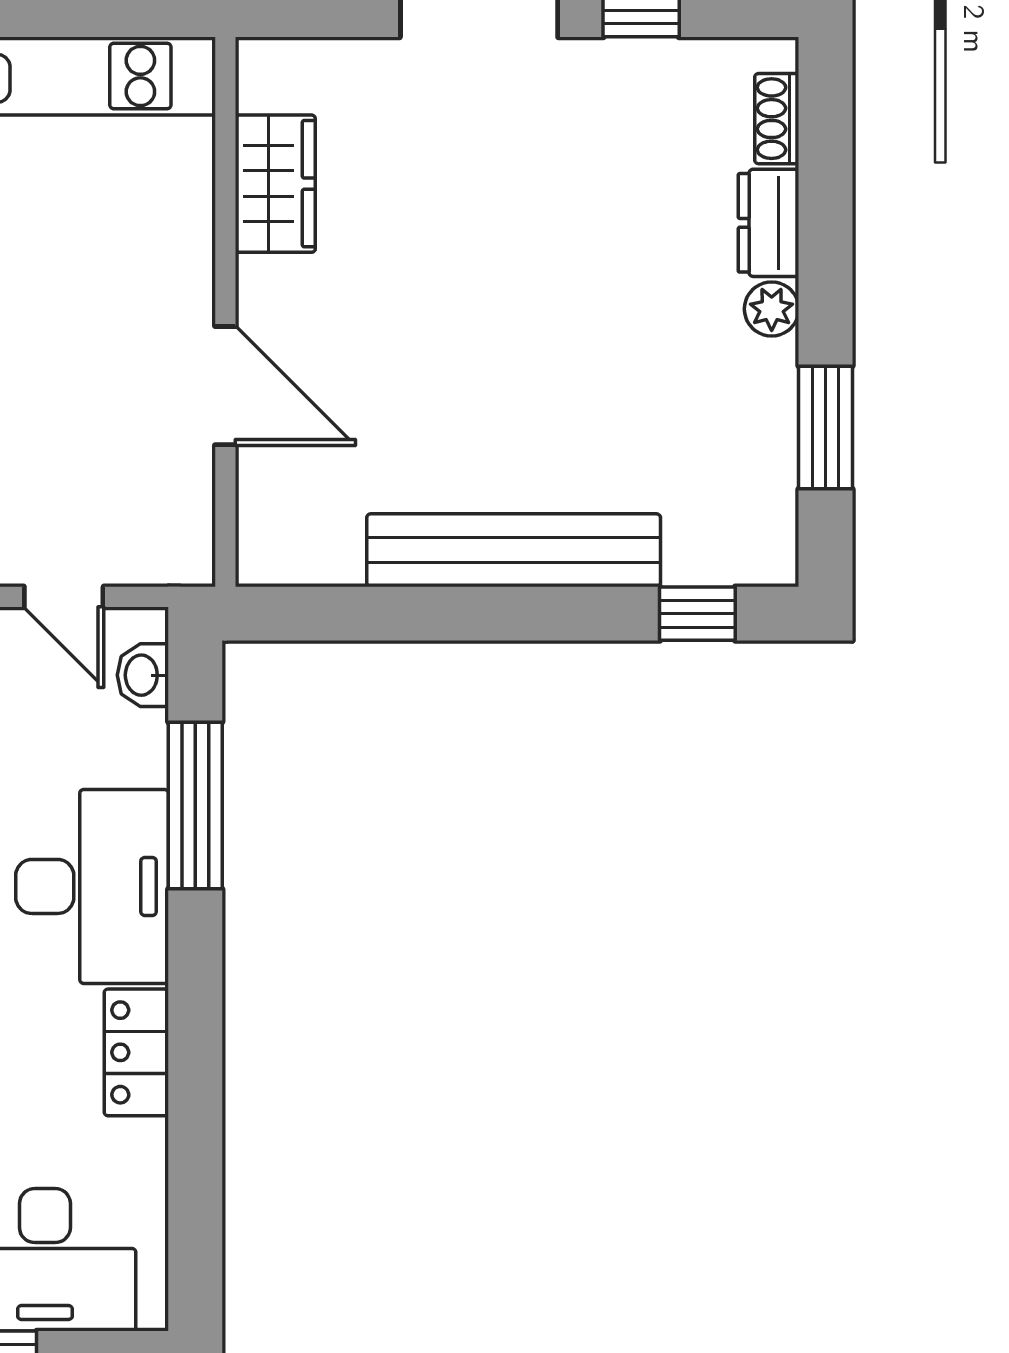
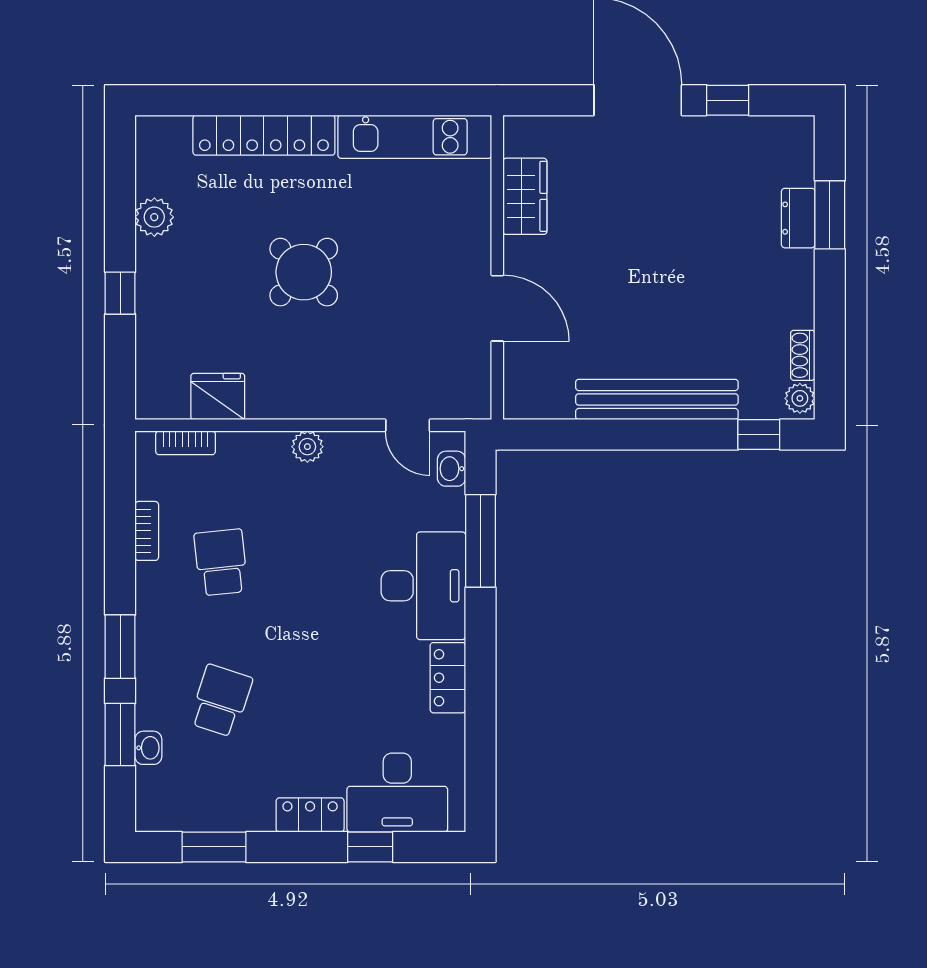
shoe rack: (777, 119) -> (803, 355), moved
plant: (772, 309) -> (800, 398), moved
window: (826, 427) -> (830, 215), moved

